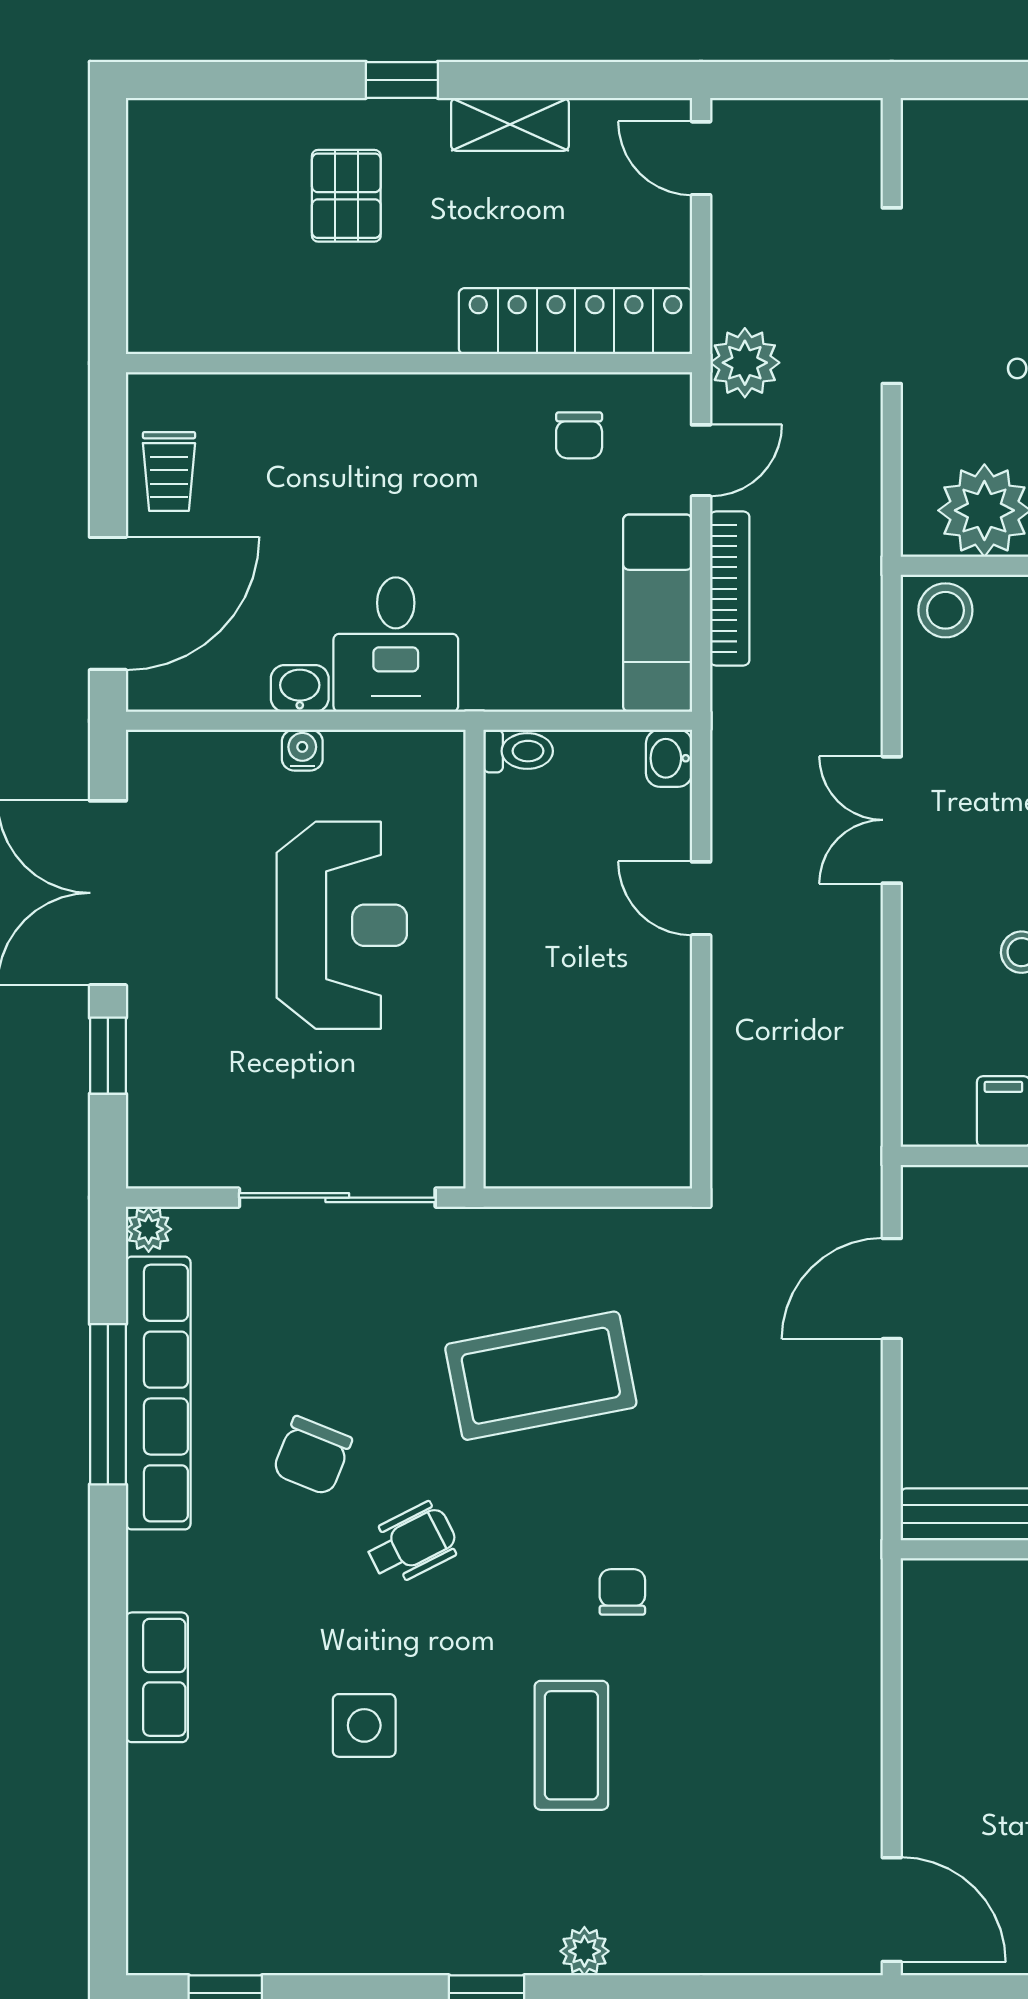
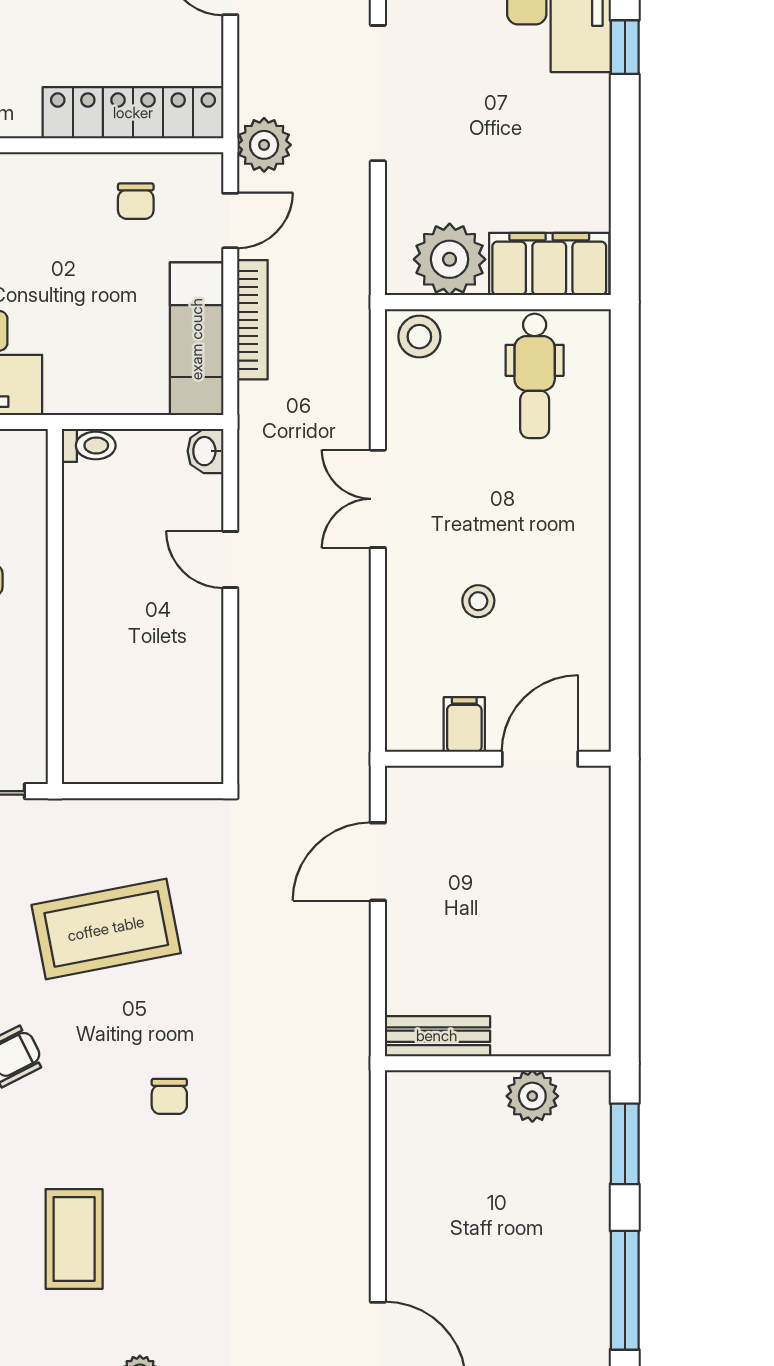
chair: (622, 1592) -> (169, 1096), turned 180
coffee table: (571, 1745) -> (74, 1239), moved

